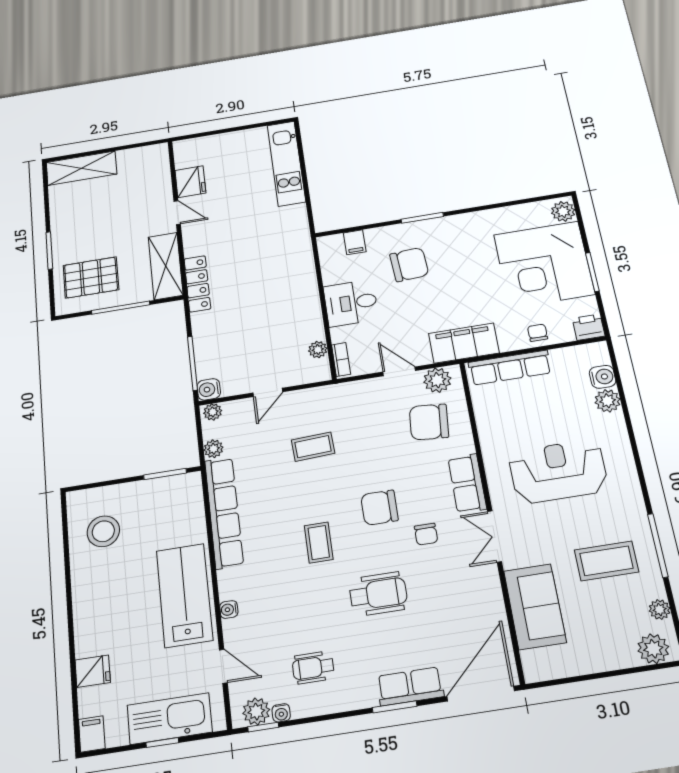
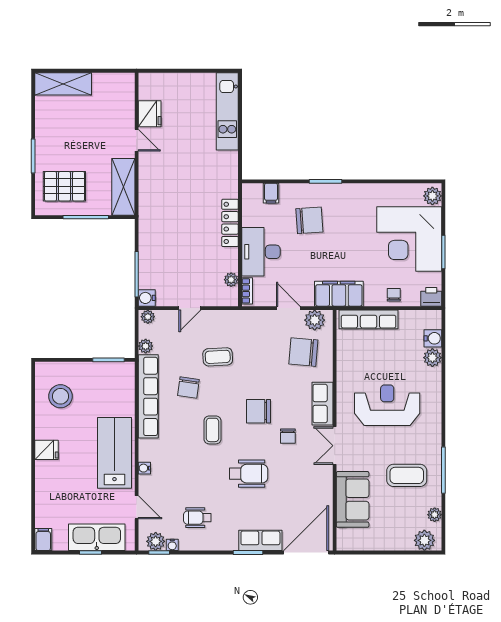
locker: (197, 284) -> (230, 223), moved, turned 180
desk: (351, 303) -> (261, 252), width x1.37
chair: (278, 492) -> (188, 387), added
fridge: (93, 671) -> (46, 450), moved

